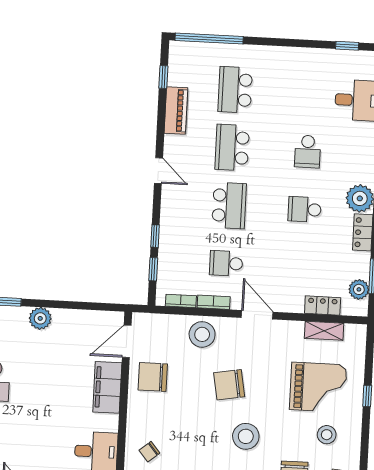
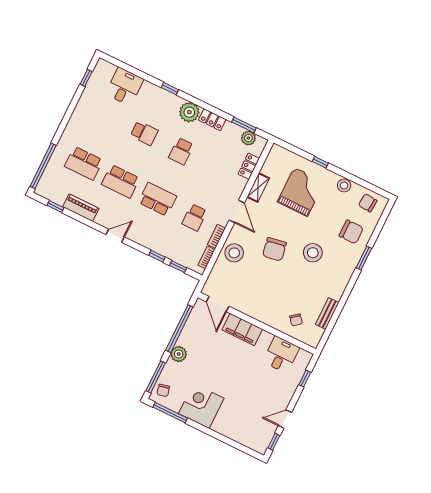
window: (74, 305) -> (179, 329), added
door: (257, 315) -> (237, 211), swing flipped
shelving: (324, 331) -> (258, 188), moved
chair: (153, 377) -> (248, 297), removed
stool: (327, 435) -> (344, 185), moved

